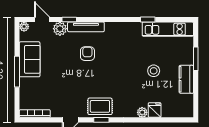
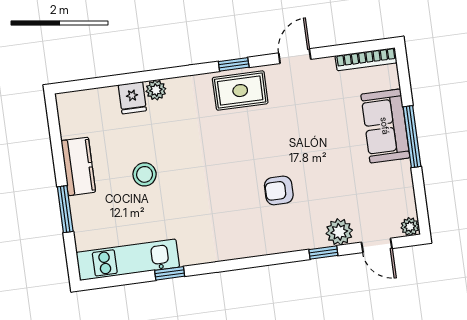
tv unit: (86, 27) -> (289, 242), removed
armchair: (87, 54) -> (279, 190), turned 90
sofa: (30, 59) -> (385, 126), moved

